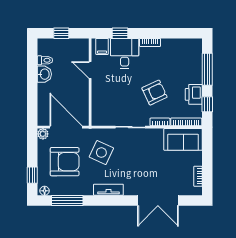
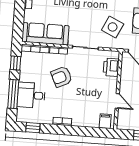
window: (120, 33) -> (33, 128), moved
desk: (125, 53) -> (31, 95), moved, turned 90
printer: (194, 94) -> (111, 67), moved, turned 180
sofa: (183, 139) -> (45, 34), width x1.36

